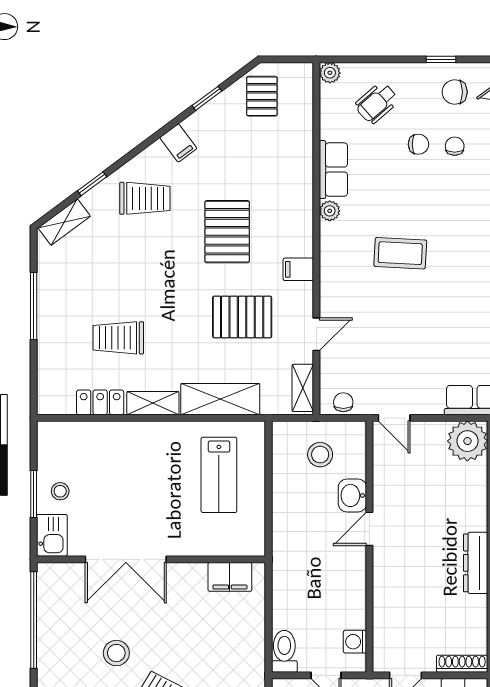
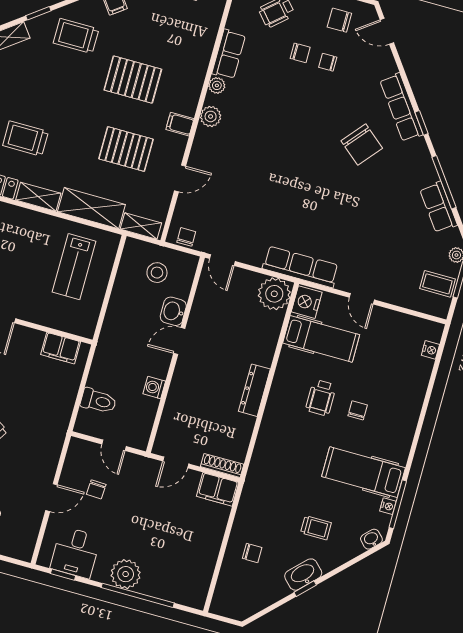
chair: (455, 146) -> (328, 62), turned -90
trolley: (145, 198) -> (76, 36), turned 180
pallet: (227, 232) -> (133, 80), turned 90
plant: (332, 250) -> (211, 116), added
coffee table: (400, 253) -> (263, 134), removed
shelving: (303, 388) -> (141, 226), moved, turned 90
washing machine: (355, 642) -> (154, 387), moved
toilet: (284, 651) -> (98, 401), moved, turned 90

